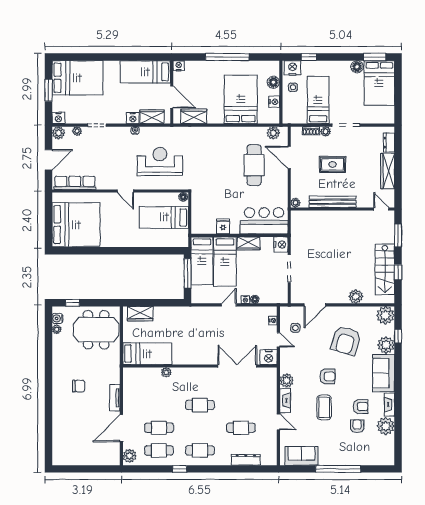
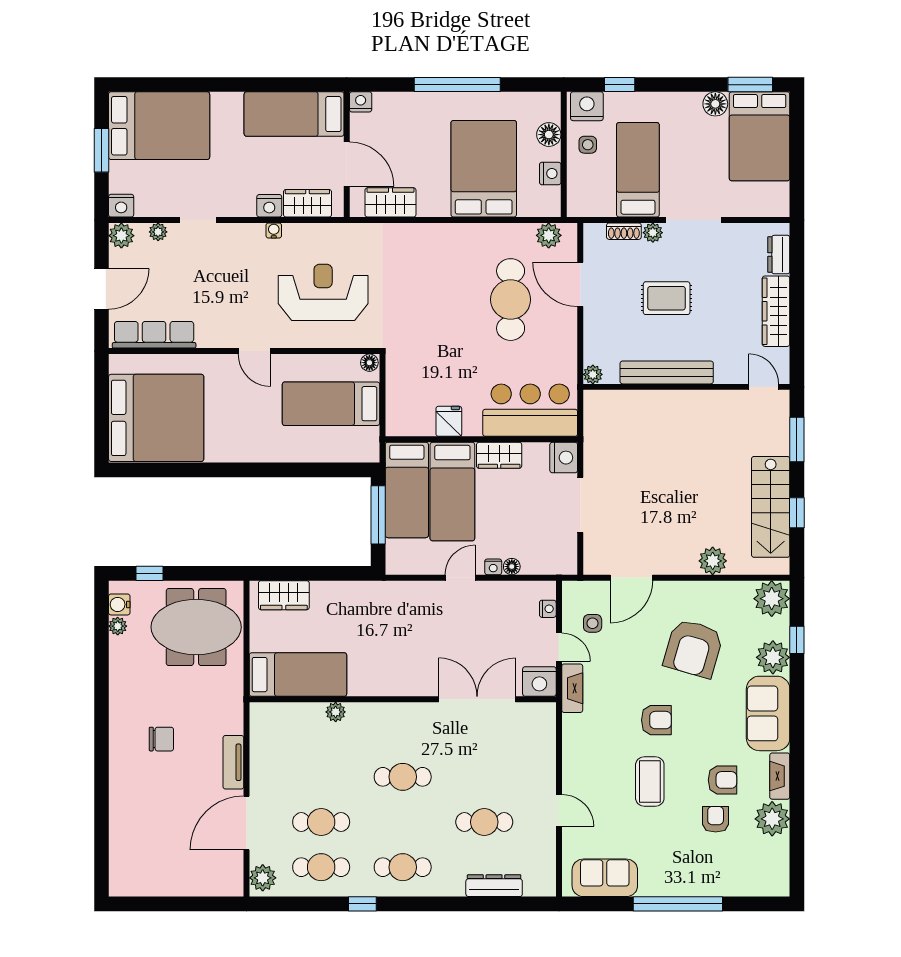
plant: (287, 380) -> (575, 728), removed
fireplace: (285, 400) -> (572, 688), moved

